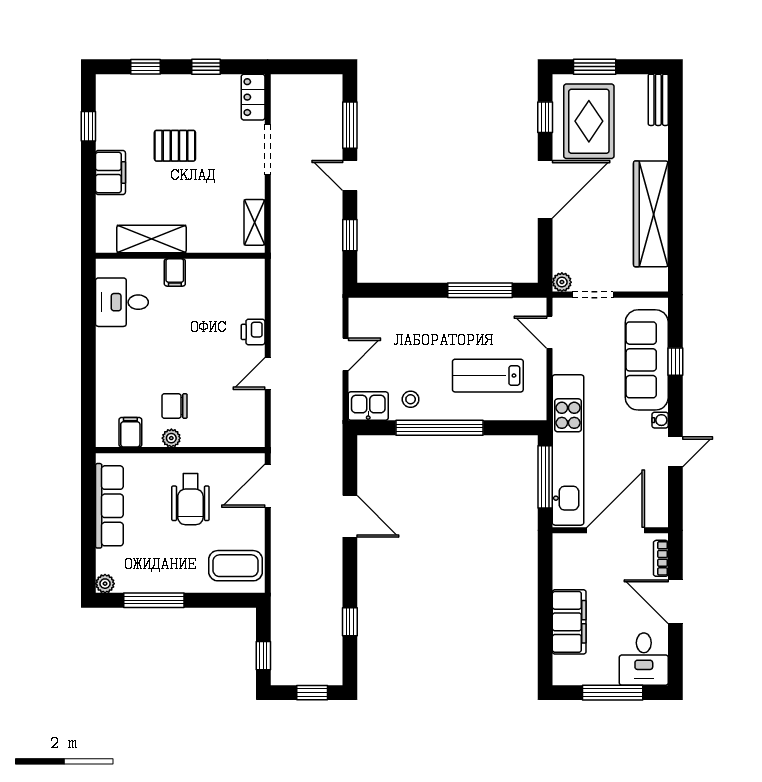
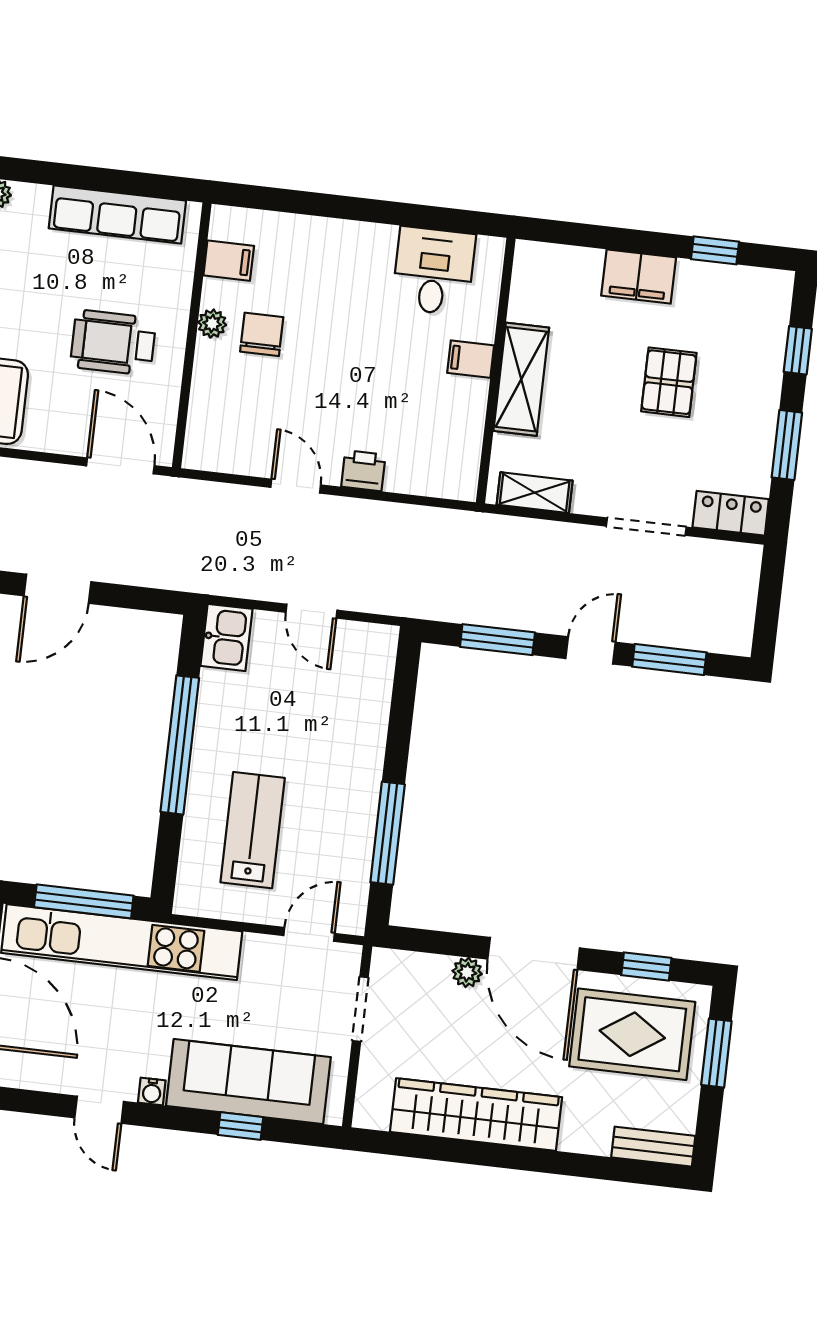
window: (206, 67) -> (787, 445), width x1.50
window: (350, 235) -> (497, 640), width x1.50
shelving: (152, 239) -> (521, 379), moved
plant: (562, 282) -> (467, 972), moved
stool: (411, 399) -> (230, 705), removed

